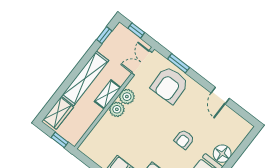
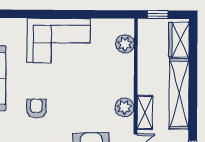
shelving: (108, 94) -> (145, 112), moved
plant: (117, 109) -> (125, 44), moved

